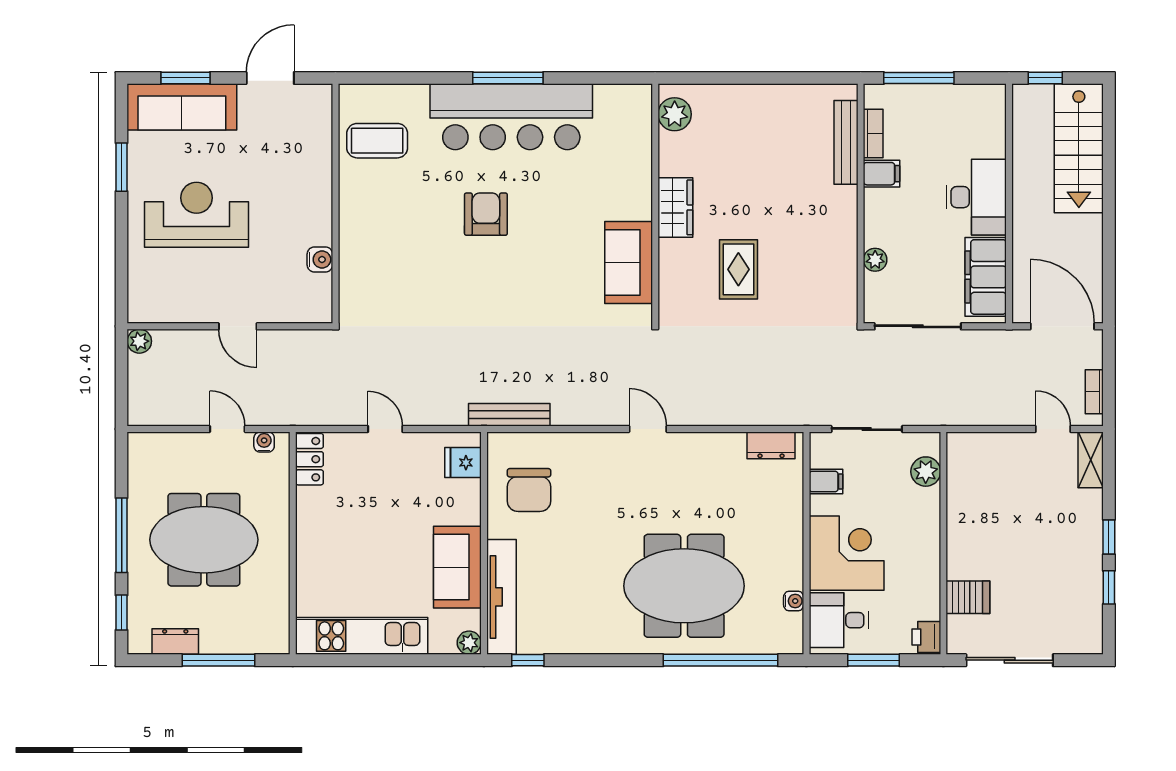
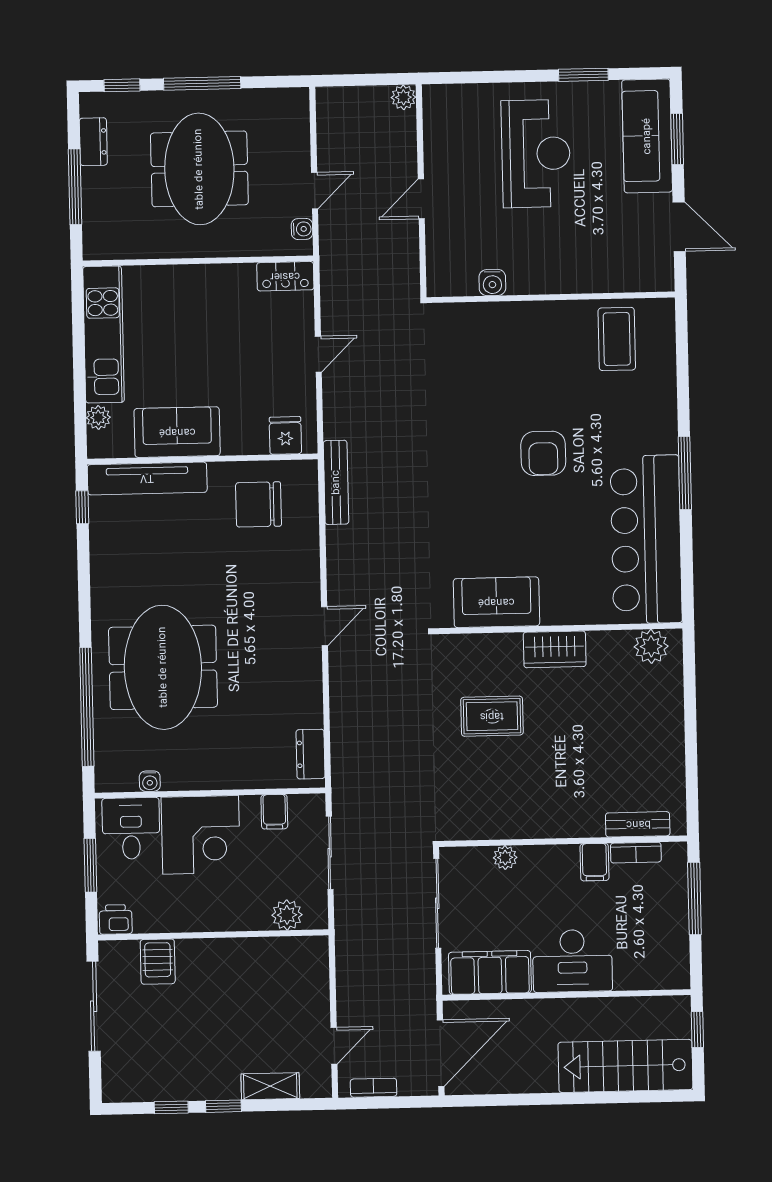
bar counter: (511, 117) -> (646, 539), moved
bench: (846, 142) -> (638, 824), width x0.73
armchair: (486, 214) -> (543, 453), turned 90
shelving: (1091, 460) -> (270, 1086), moved
plant: (469, 643) -> (98, 417), moved

